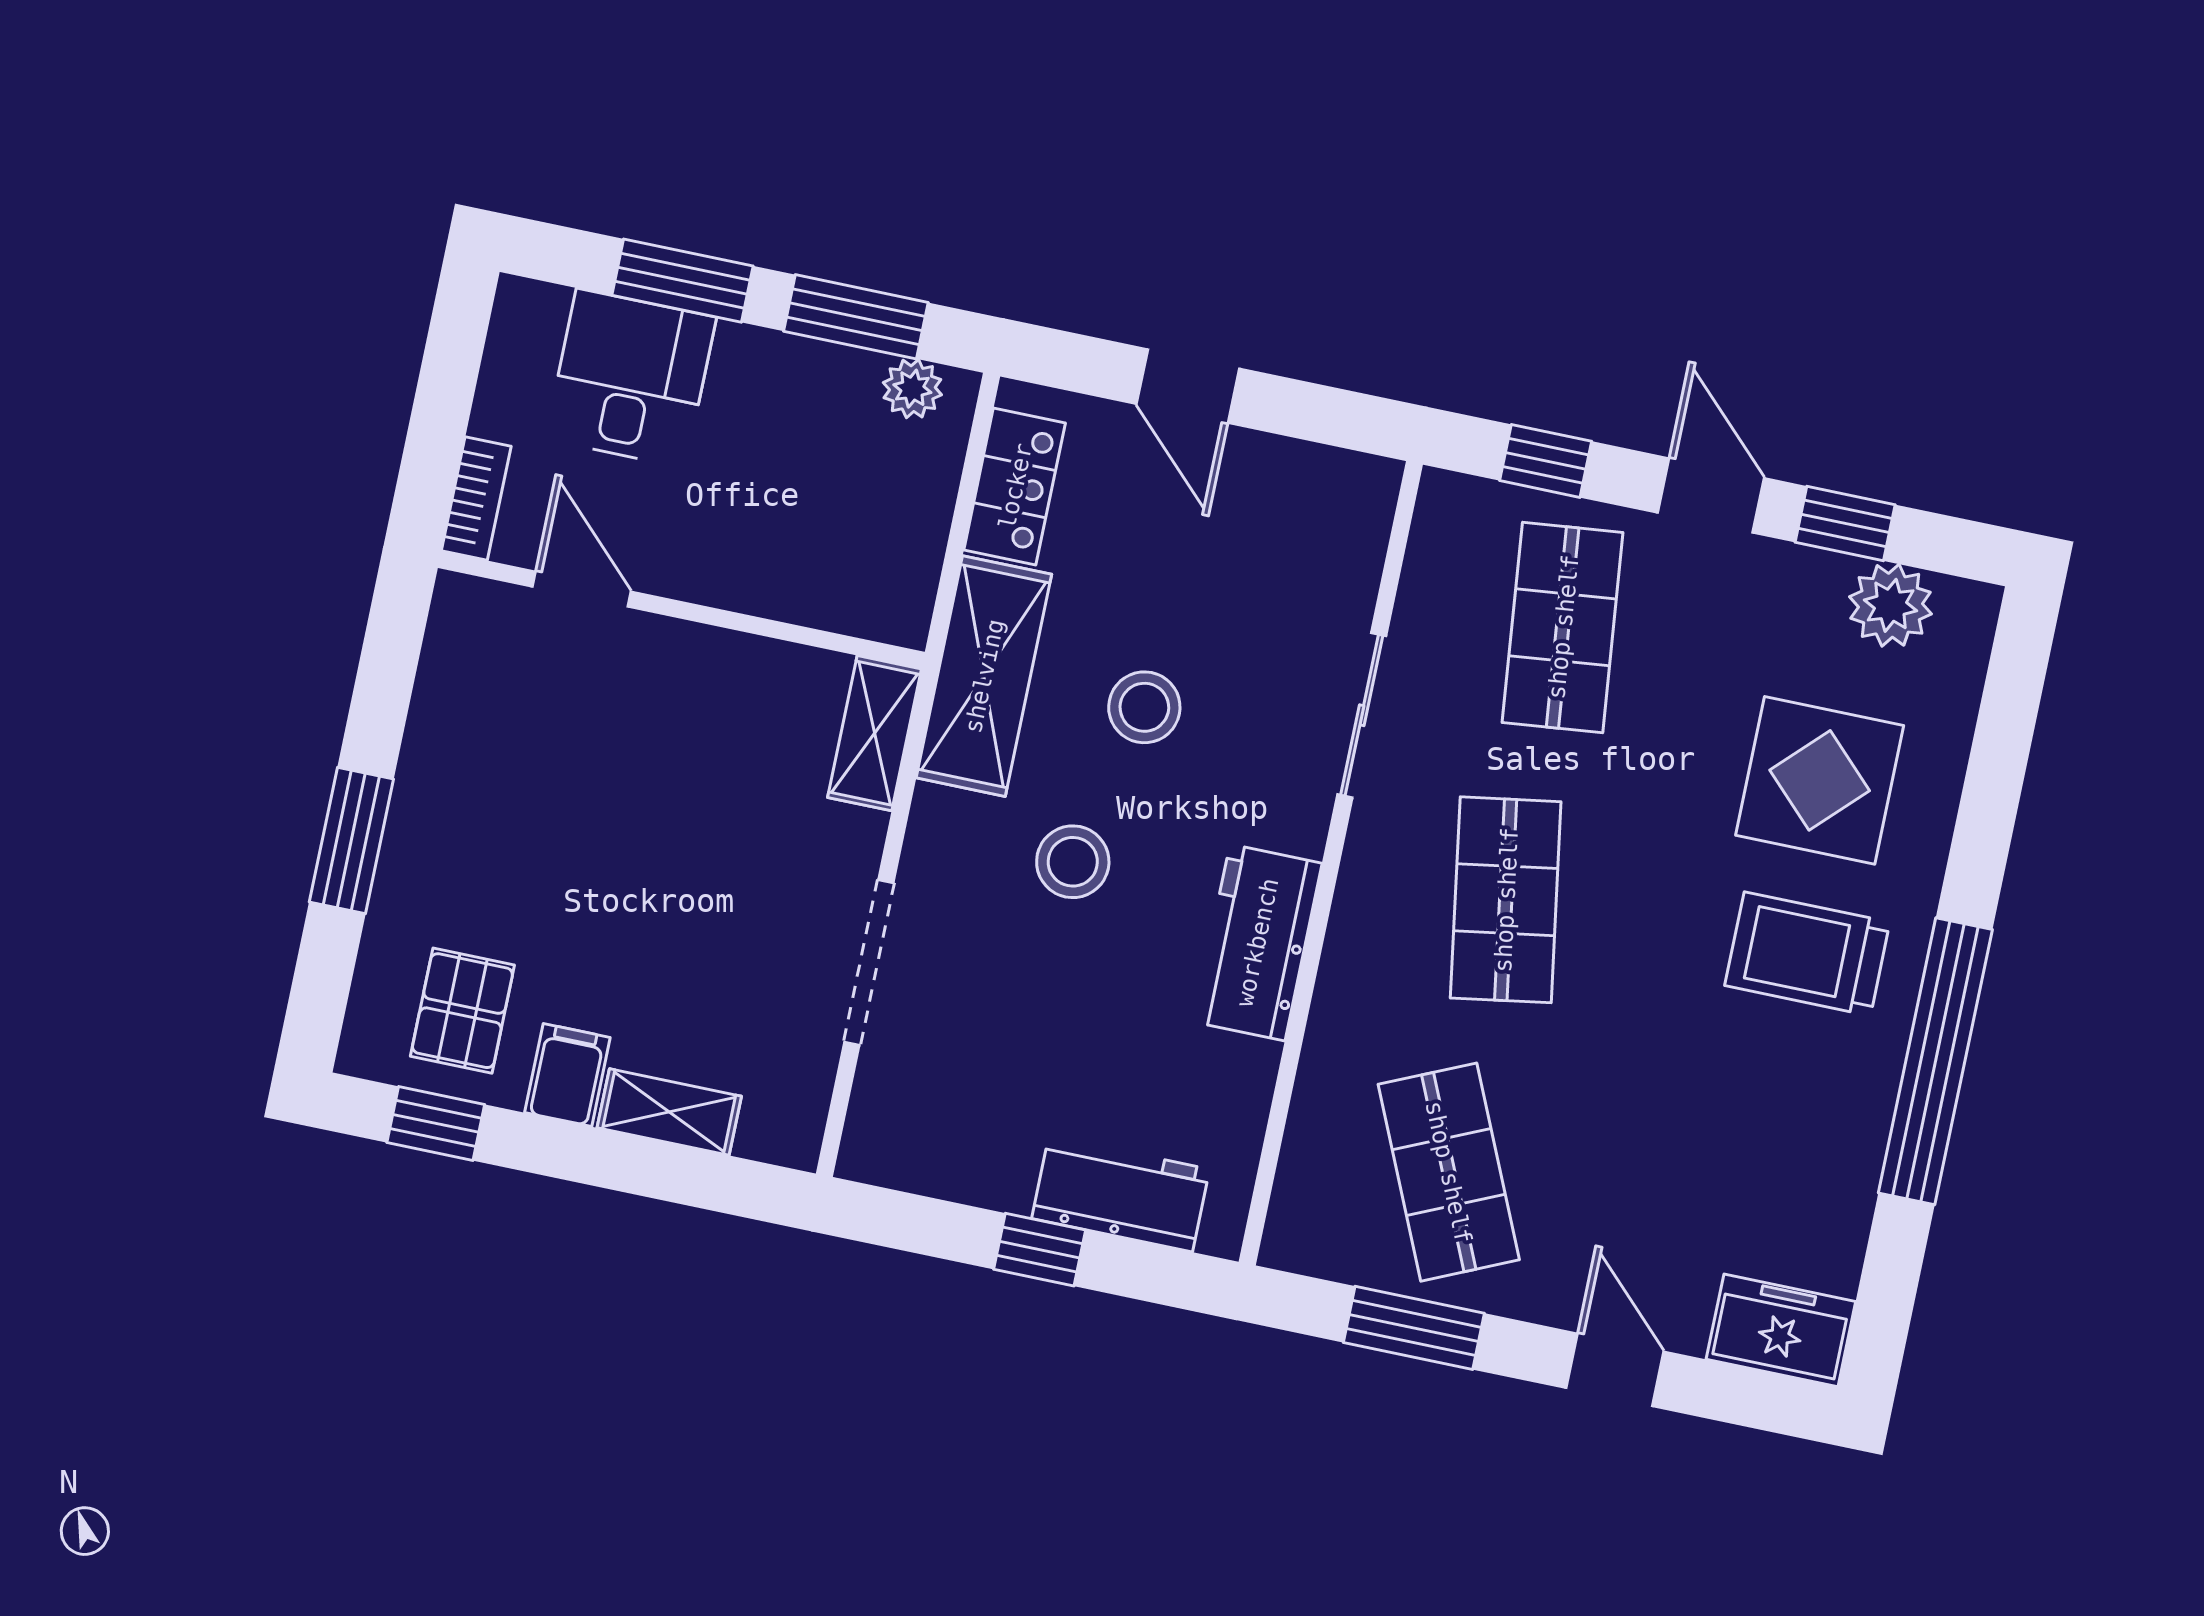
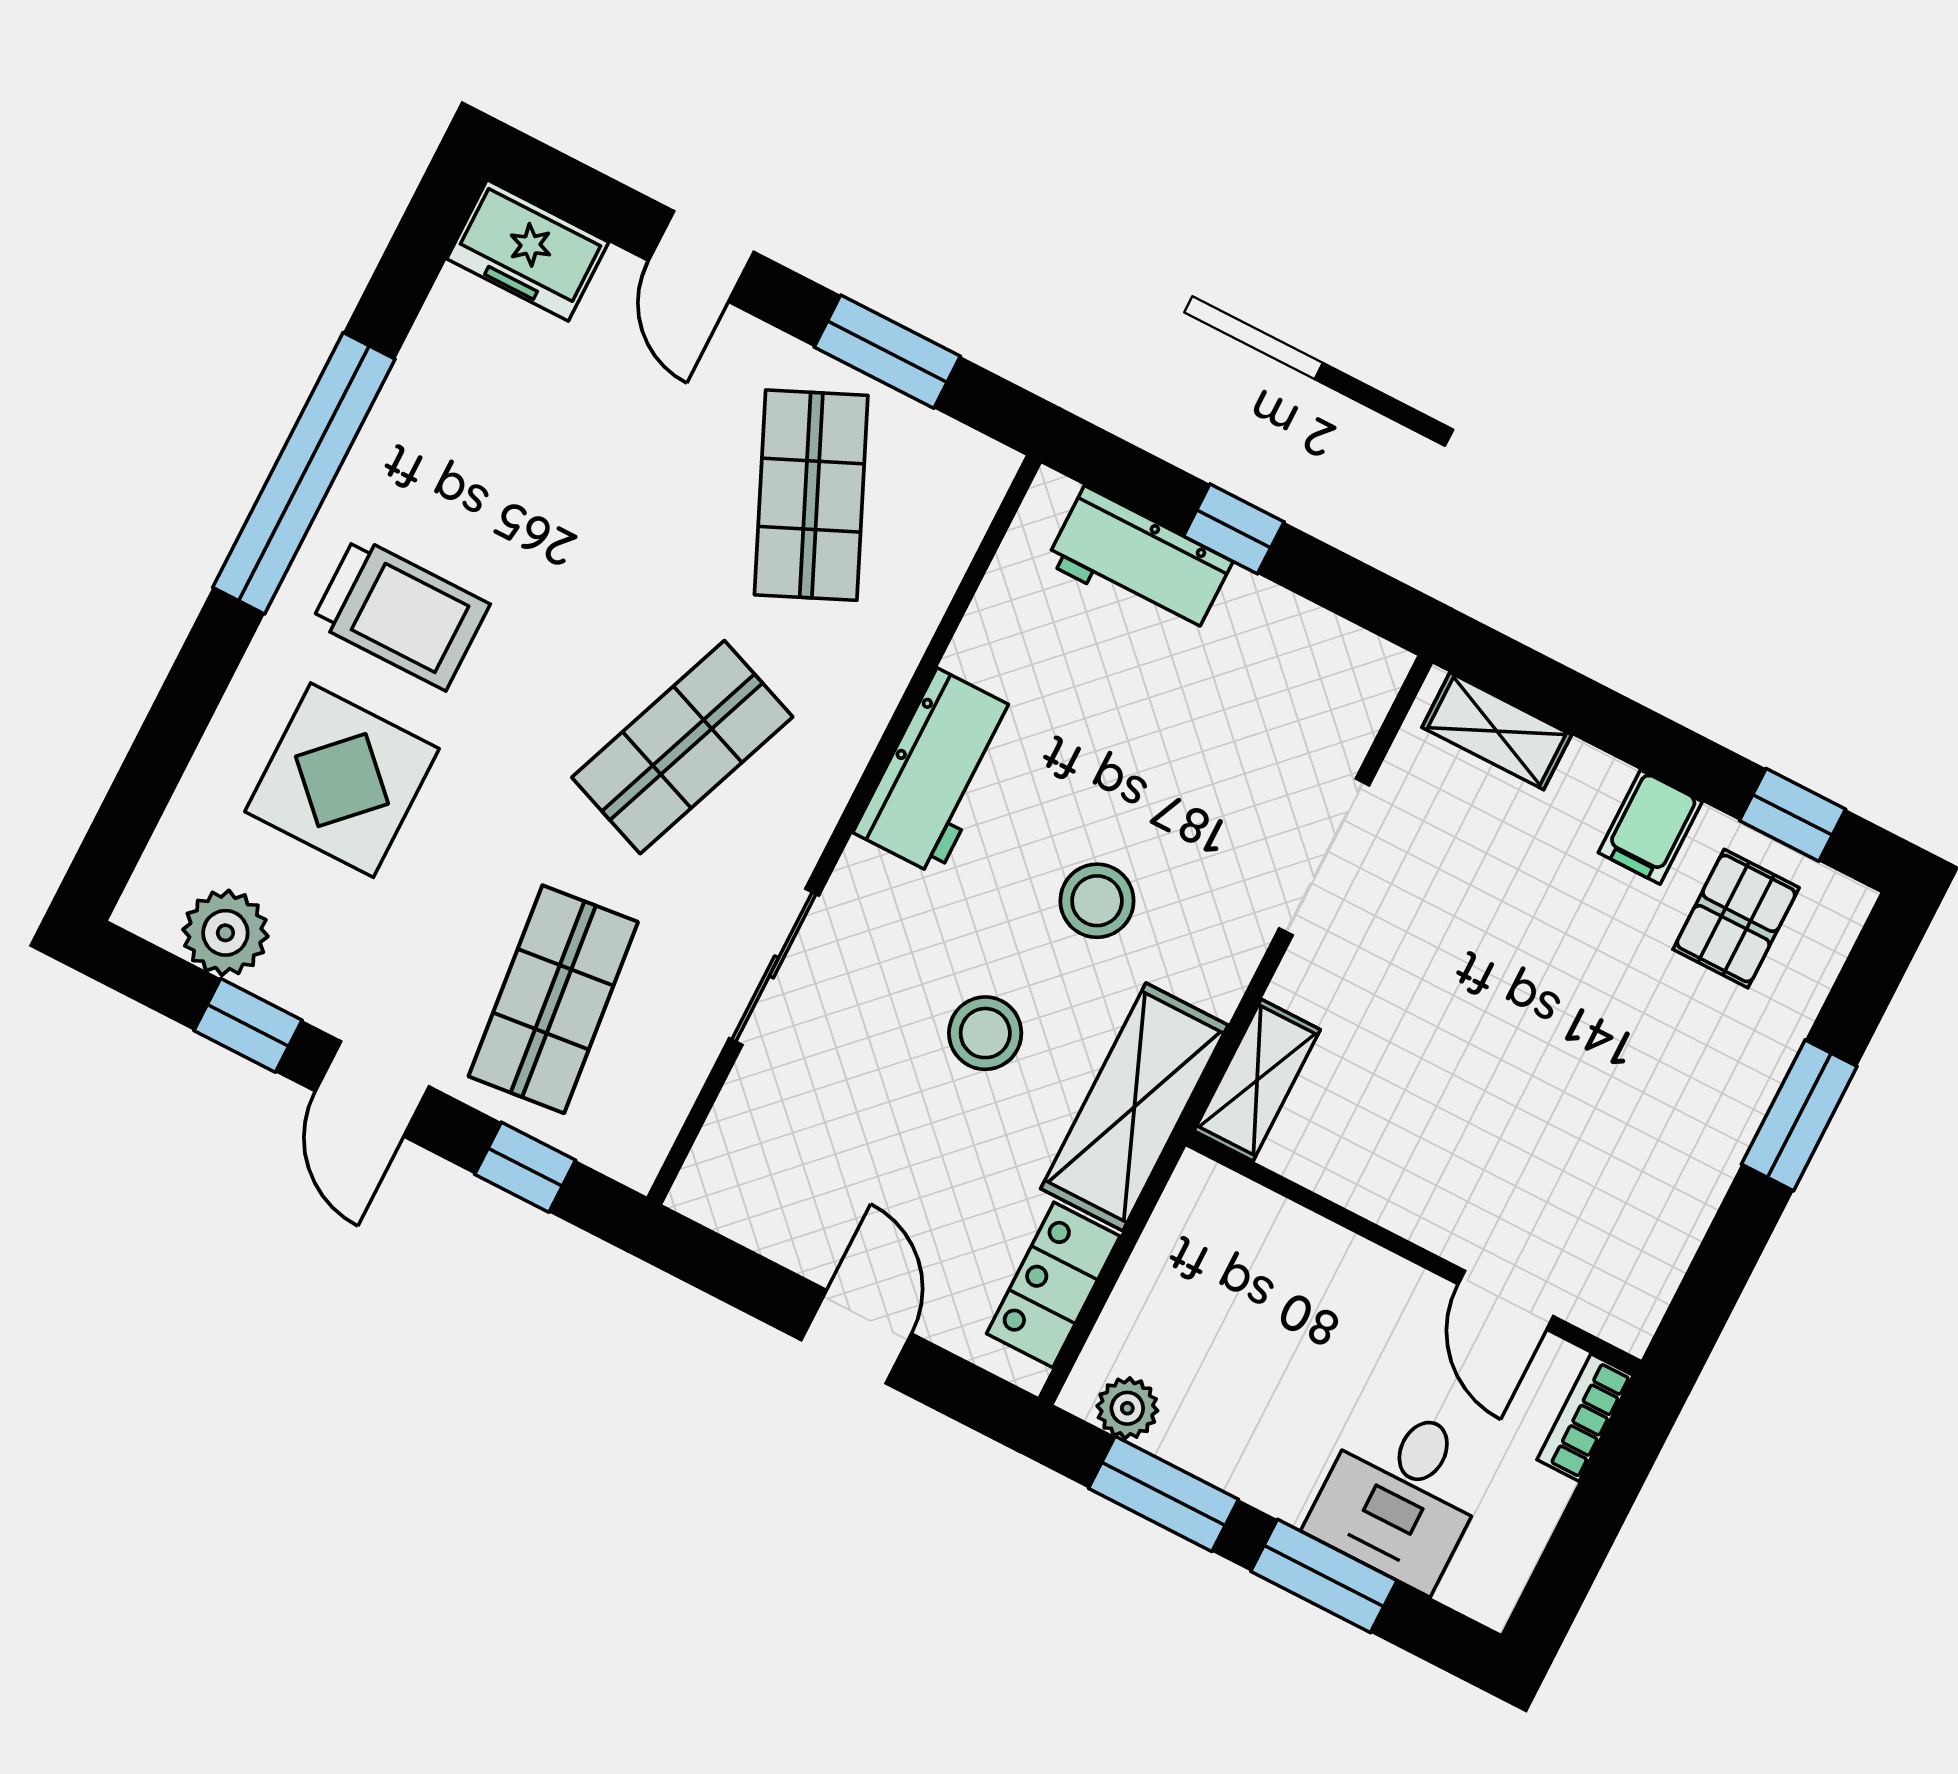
shop shelf: (1506, 900) -> (682, 747), turned 30
shelving: (669, 1112) -> (1497, 731), moved

